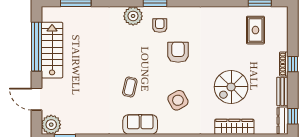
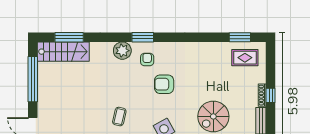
rug: (255, 30) -> (245, 58), moved, turned 90
stairs: (52, 50) -> (63, 52), moved, turned 90
armchair: (178, 52) -> (164, 84), turned -90

